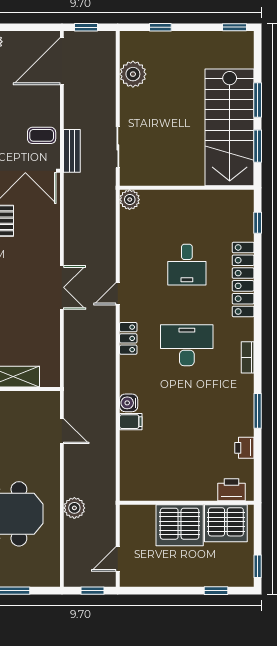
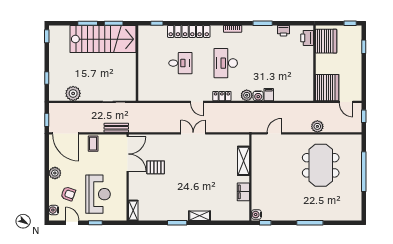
coffee table: (42, 135) -> (93, 144), moved
plant: (130, 200) -> (247, 95), moved
server rack: (180, 525) -> (327, 88), moved

